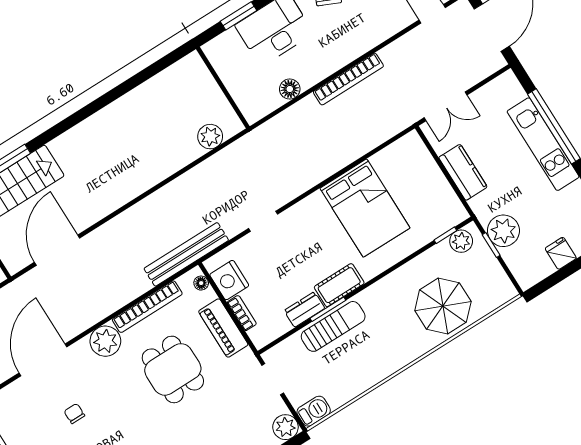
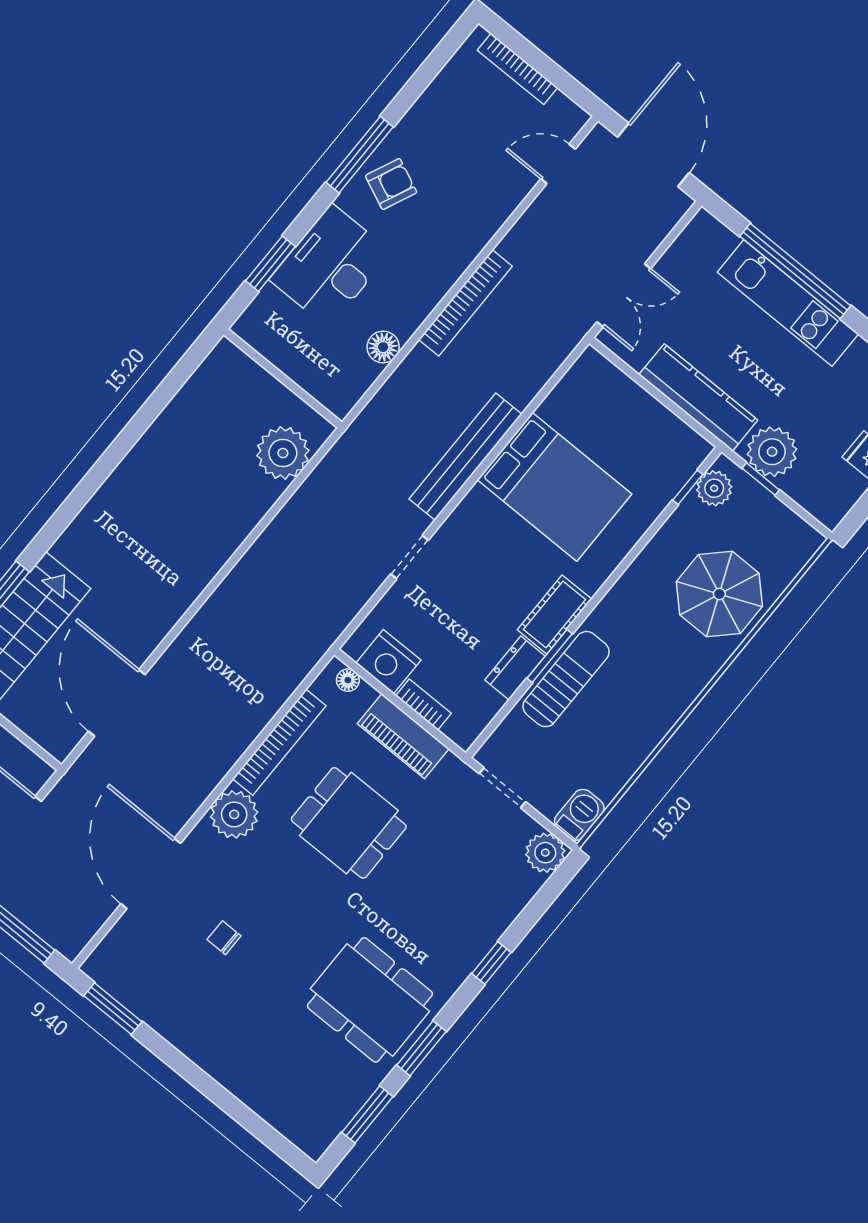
plant: (210, 137) -> (283, 453), width x1.36, depth x1.36
kitchen counter: (463, 172) -> (698, 397), width x1.50
bench: (186, 254) -> (465, 457), moved

